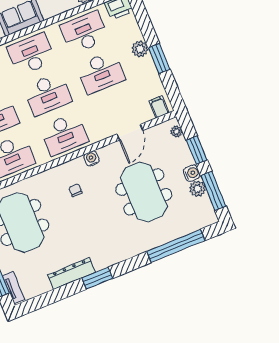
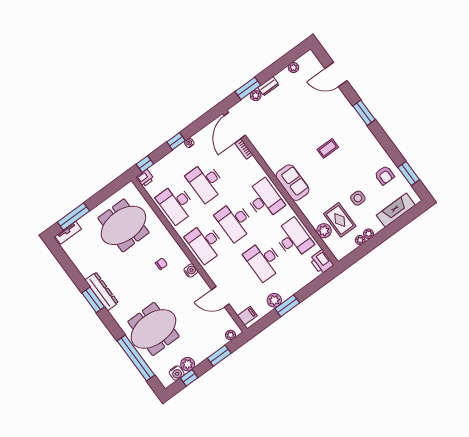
plant: (140, 49) -> (274, 300), moved
water cooler: (192, 173) -> (177, 373), moved
window: (213, 191) -> (189, 378), width x0.46
meeting table: (144, 192) -> (153, 329), moved
dresser: (72, 274) -> (102, 291), moved

